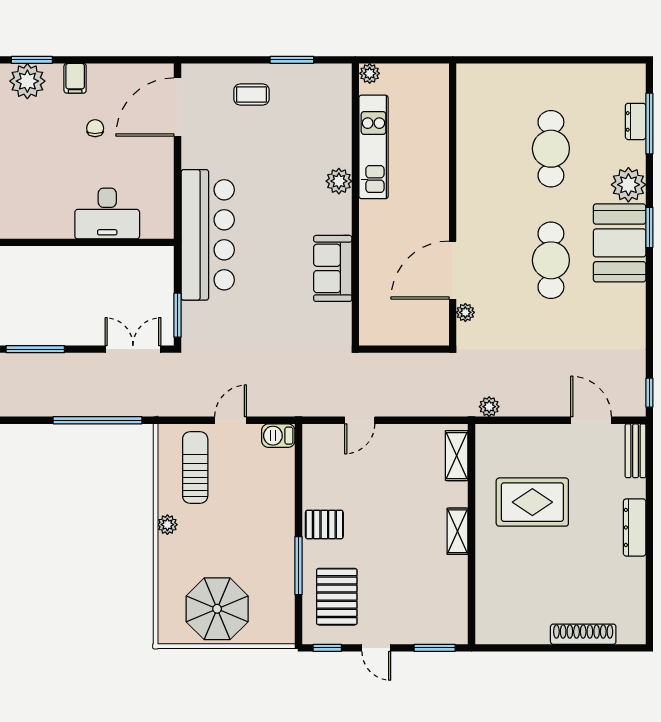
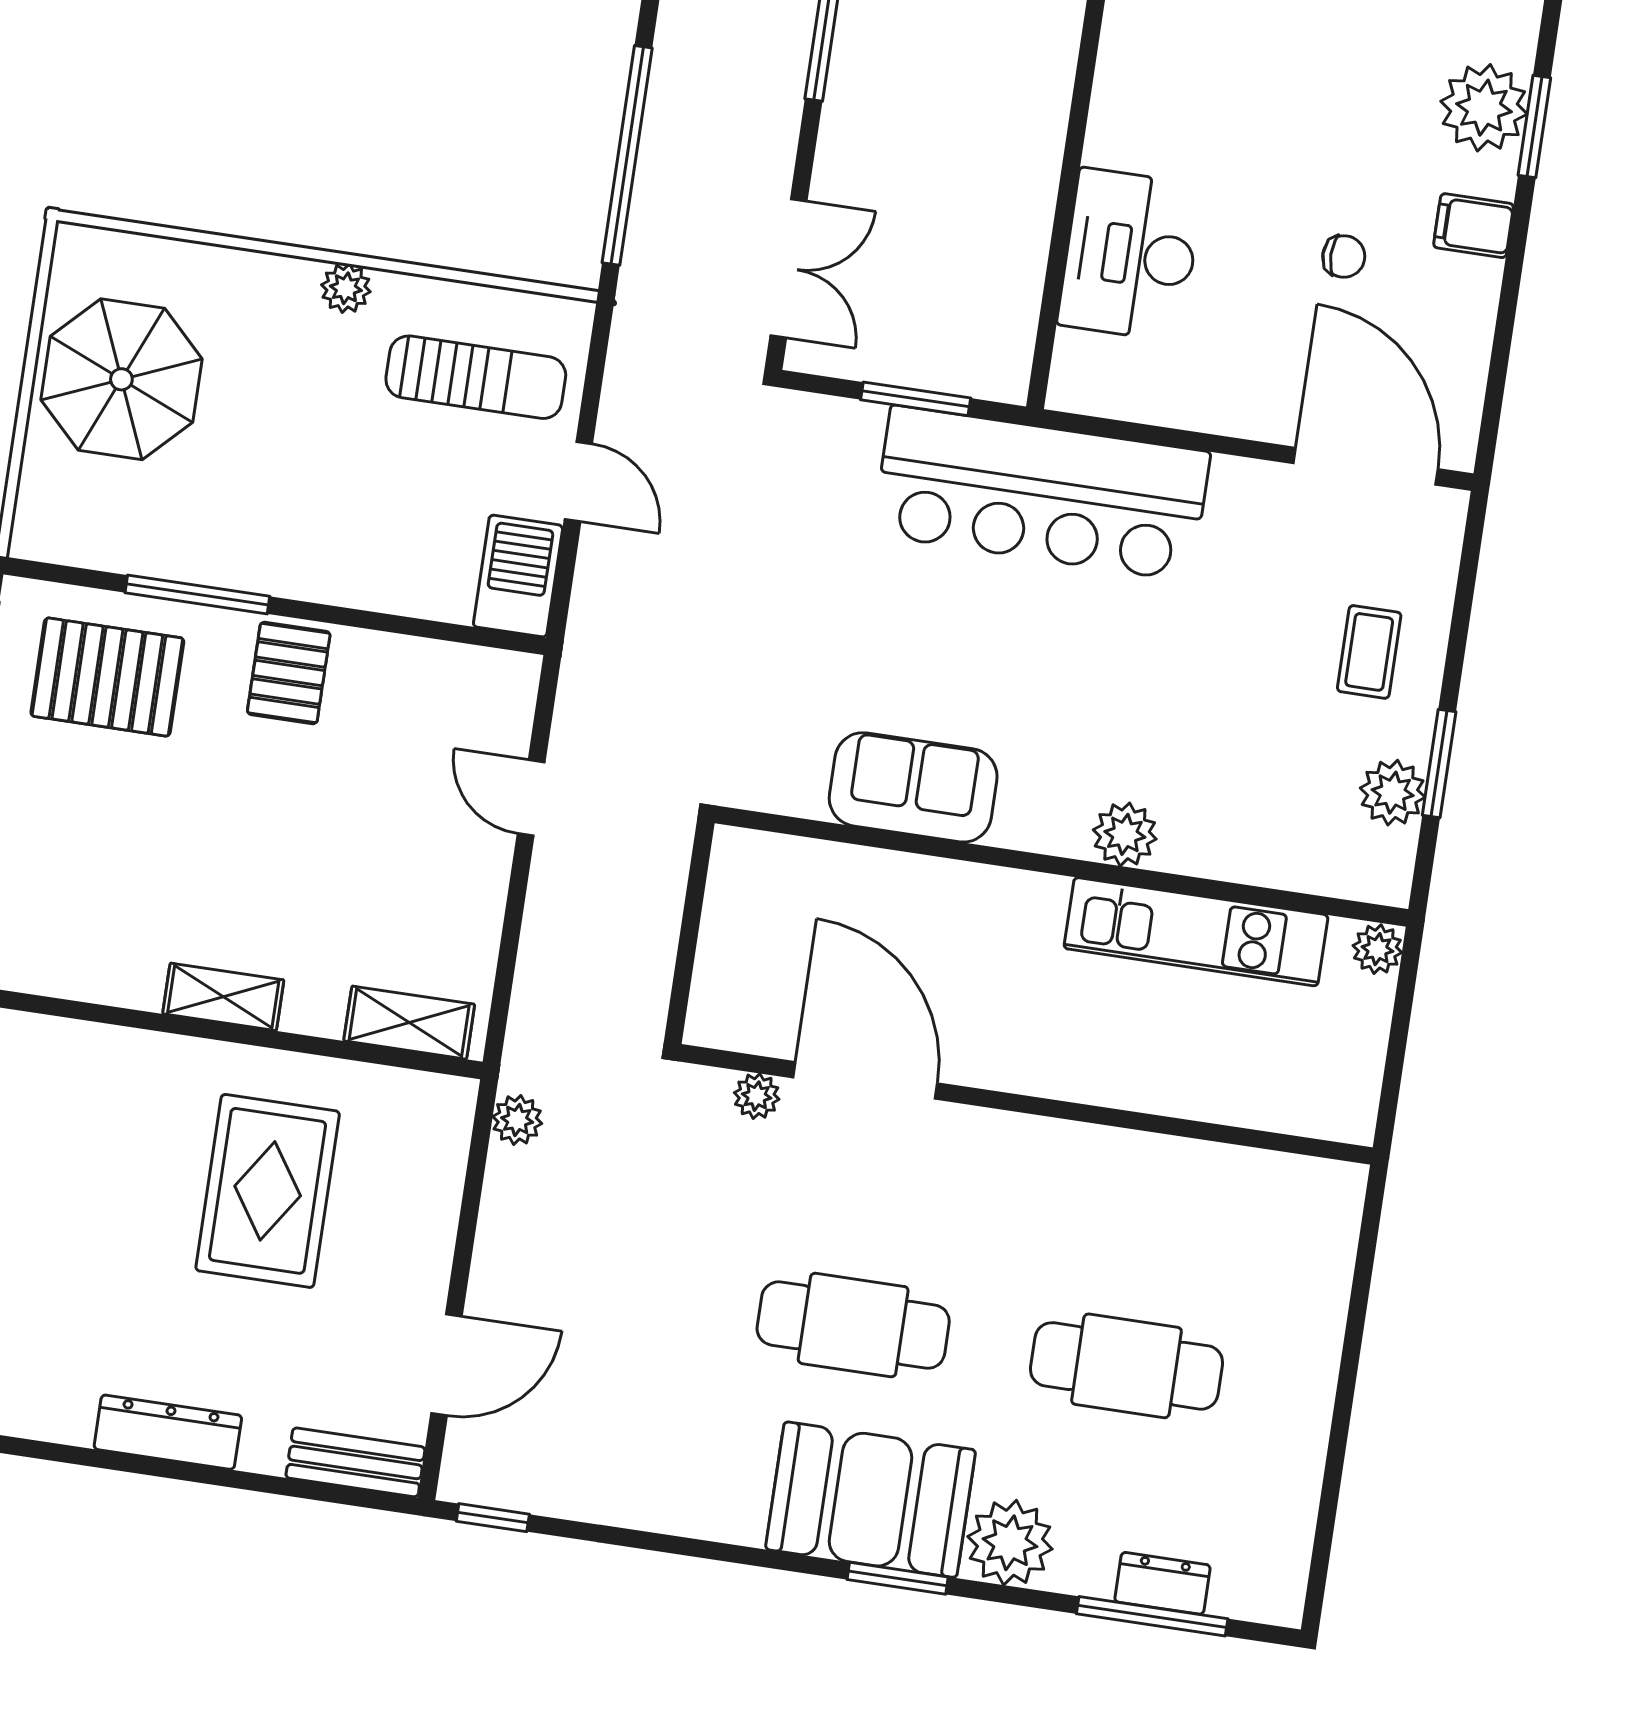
plant: (306, 77) -> (1393, 793), added
window: (178, 315) -> (916, 399), moved
barbecue: (278, 436) -> (518, 576), width x1.38, depth x1.27

